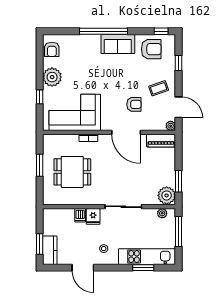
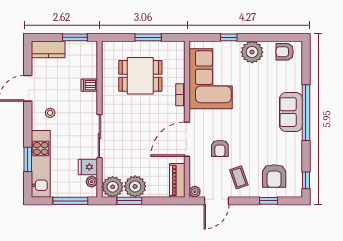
sofa: (118, 44) -> (291, 112), moved
armchair: (151, 49) -> (274, 176), moved
dining table: (72, 172) -> (140, 76), turned 90
plant: (166, 176) -> (135, 186), added
fridge: (93, 216) -> (88, 167), moved
window: (40, 244) -> (75, 37), moved

